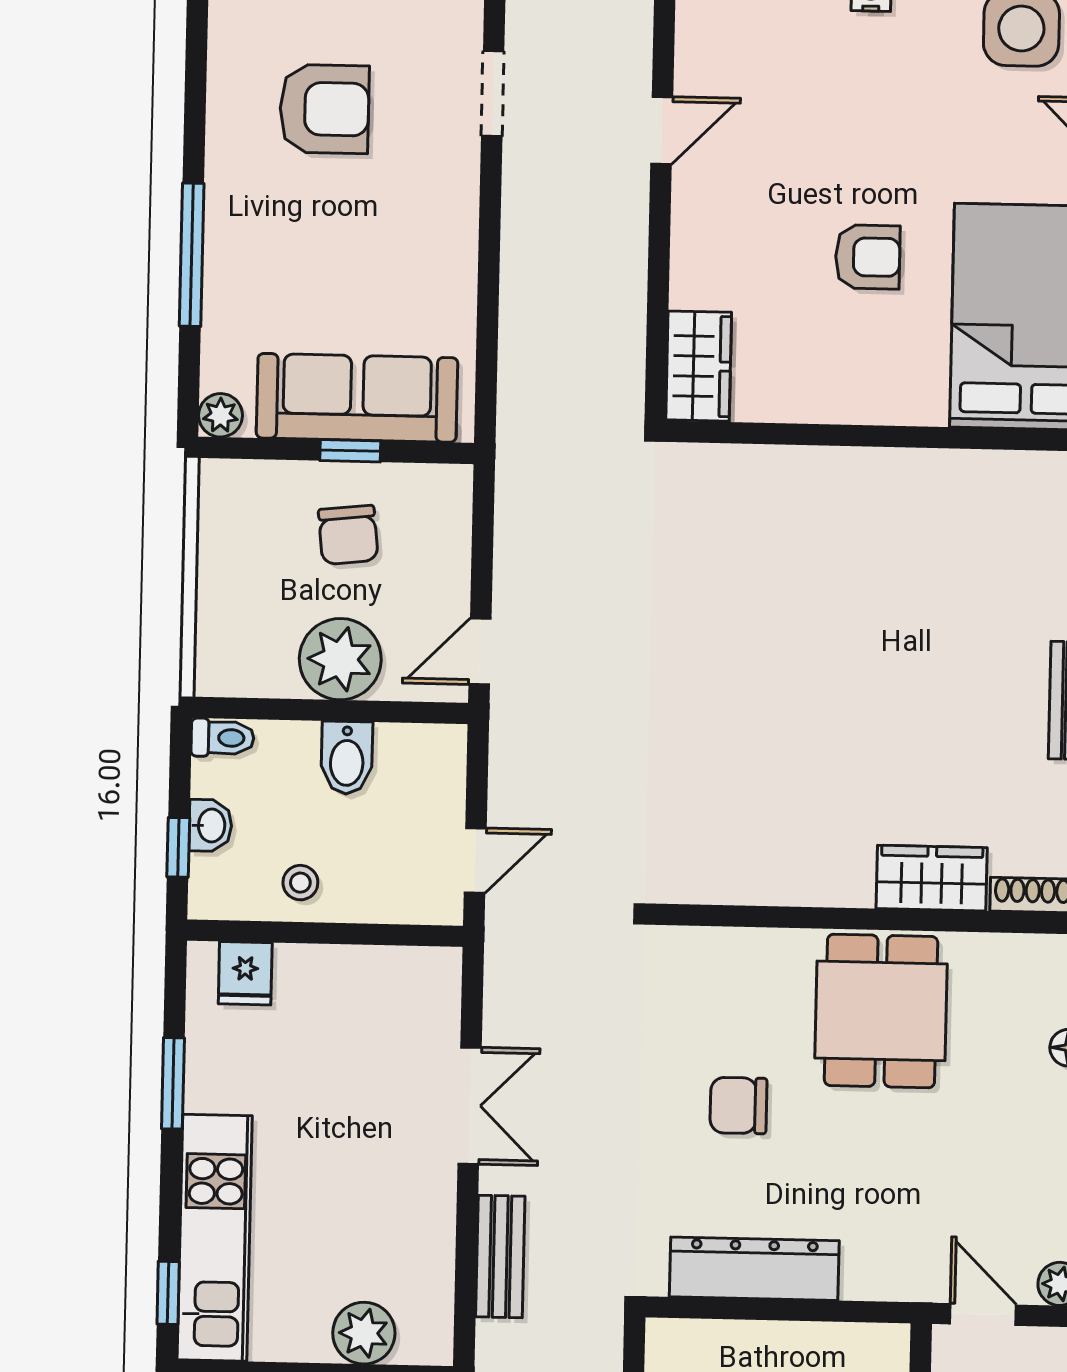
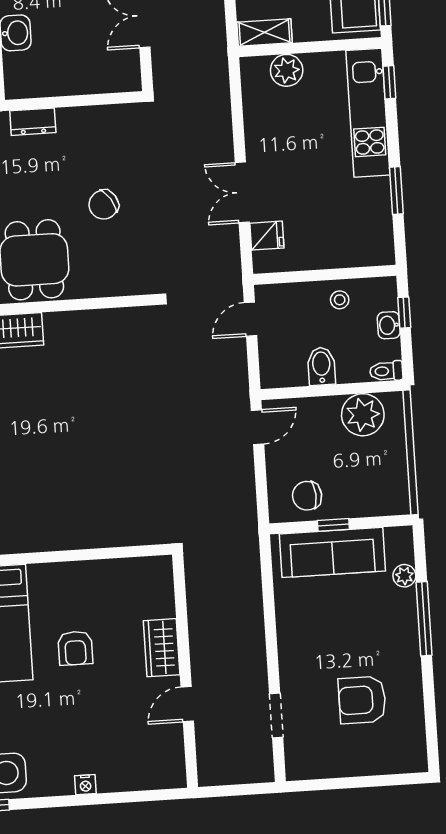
armchair: (868, 257) -> (75, 648), turned -90
wardrobe: (699, 366) -> (162, 648), moved
plant: (221, 415) -> (404, 576), moved
chair: (348, 535) -> (307, 496), moved, turned -88
plant: (340, 659) -> (363, 415), moved
fridge: (245, 973) -> (267, 236), moved, turned 90
chair: (738, 1105) -> (104, 205), turned 147
bench: (500, 1256) -> (220, 116), removed
dresser: (754, 1269) -> (33, 122), moved, width x0.51, depth x0.80

